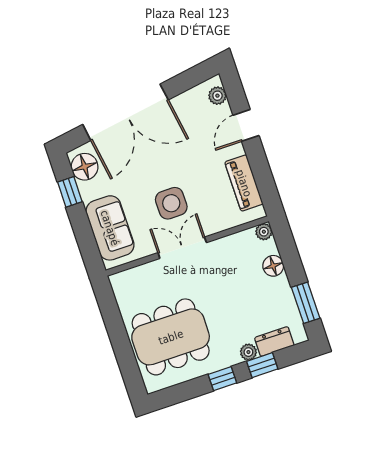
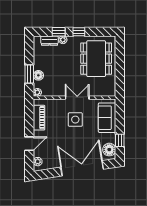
double door: (182, 248) -> (77, 98), swing flipped
window: (306, 303) -> (29, 74), moved
dining table: (171, 337) -> (96, 59), turned 90

